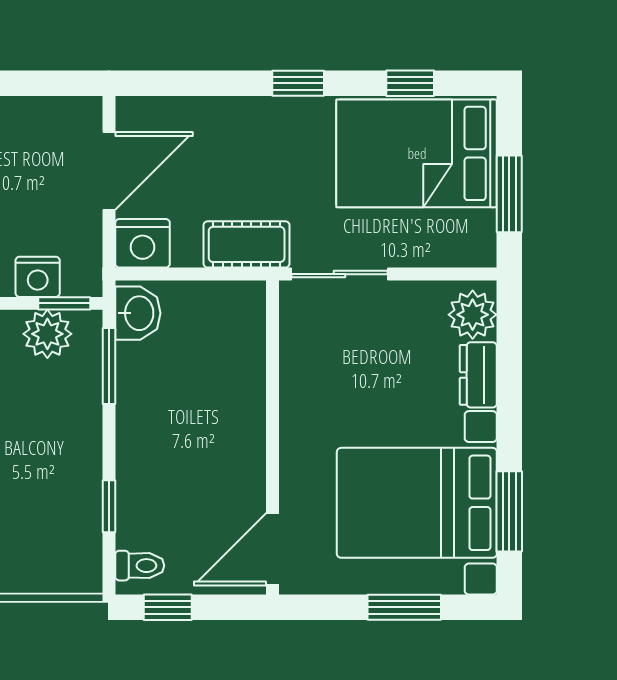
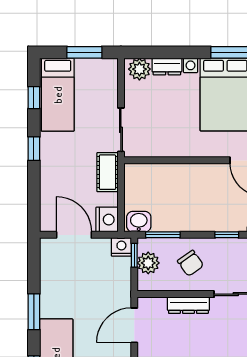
bed: (417, 153) -> (58, 95), width x0.67
nightstand: (38, 277) -> (121, 247), moved, turned -90
chair: (47, 427) -> (191, 263), added

